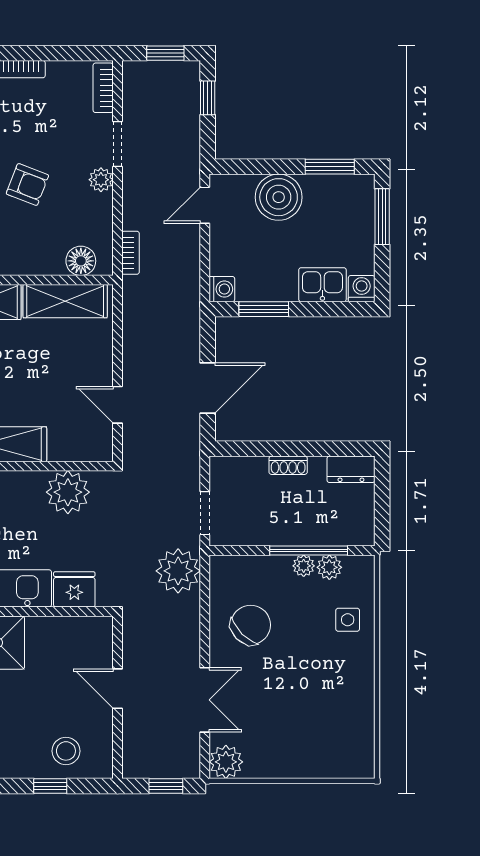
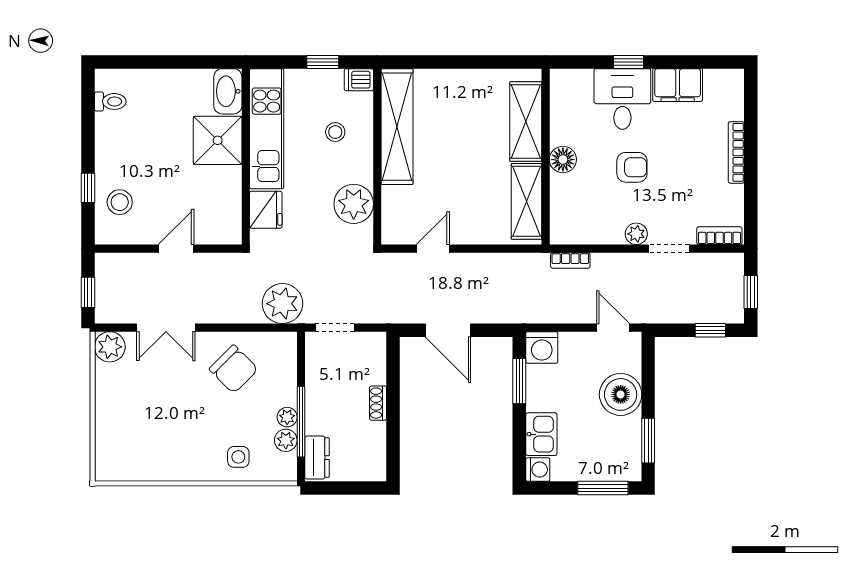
armchair: (27, 185) -> (632, 167), turned -111
floor lamp: (81, 261) -> (563, 160), moved
washing machine: (222, 289) -> (542, 347), width x1.38, depth x1.38
dresser: (351, 469) -> (317, 458), moved, turned 180

